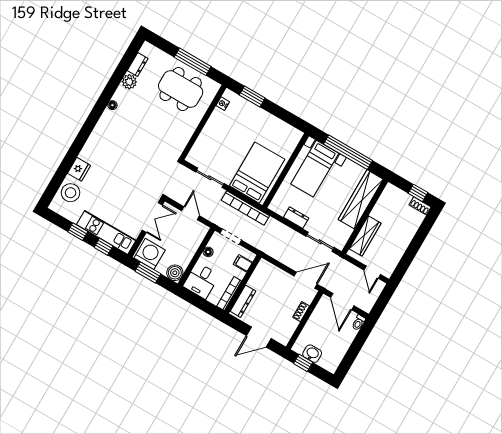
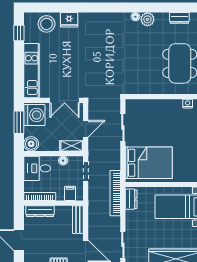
plant: (129, 82) -> (147, 19), moved
bookcase: (245, 208) -> (115, 193), moved
dresser: (296, 218) -> (131, 199), moved
window: (78, 232) -> (19, 33), moved
shelving: (199, 236) -> (72, 146), added
window: (104, 247) -> (19, 75), removed
bench: (272, 270) -> (78, 220), added

